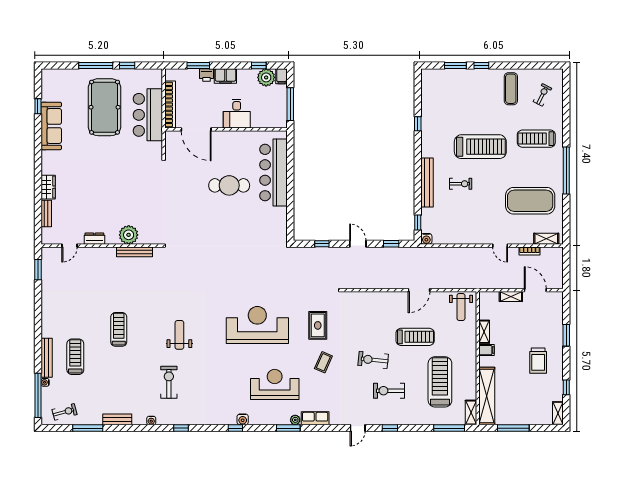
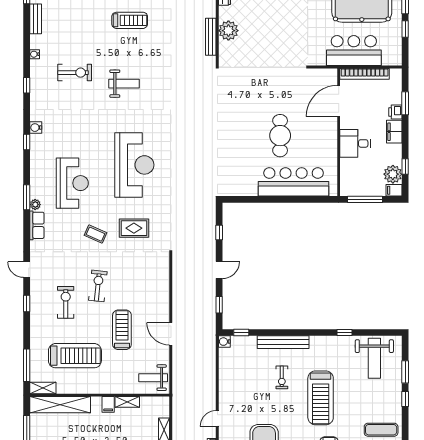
weight bench: (442, 95) -> (374, 358), added
treadmill: (415, 337) -> (122, 330), turned 180
water cooler: (243, 419) -> (36, 128), moved

